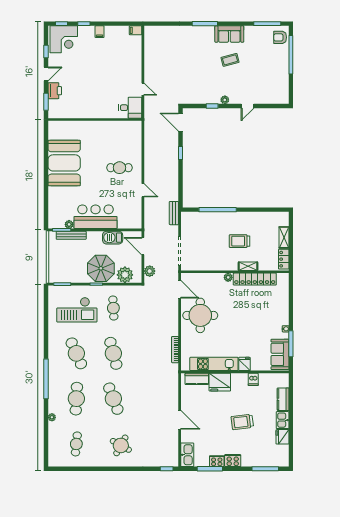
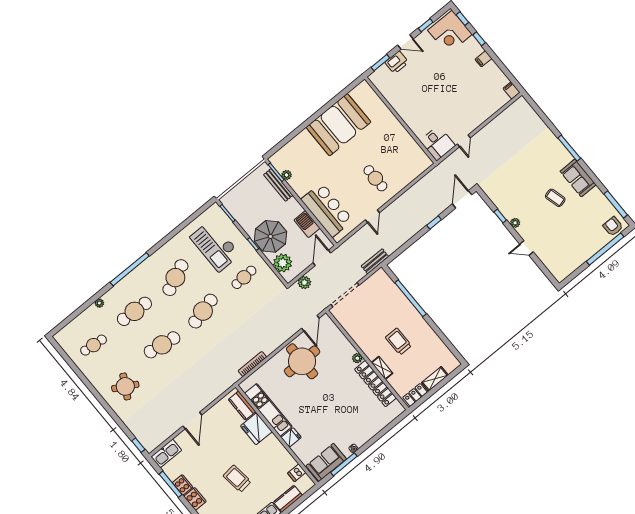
bar counter: (96, 217) -> (327, 210), moved
dishwasher: (253, 379) -> (297, 473), moved
cafe table: (113, 399) -> (162, 345), turned 30

